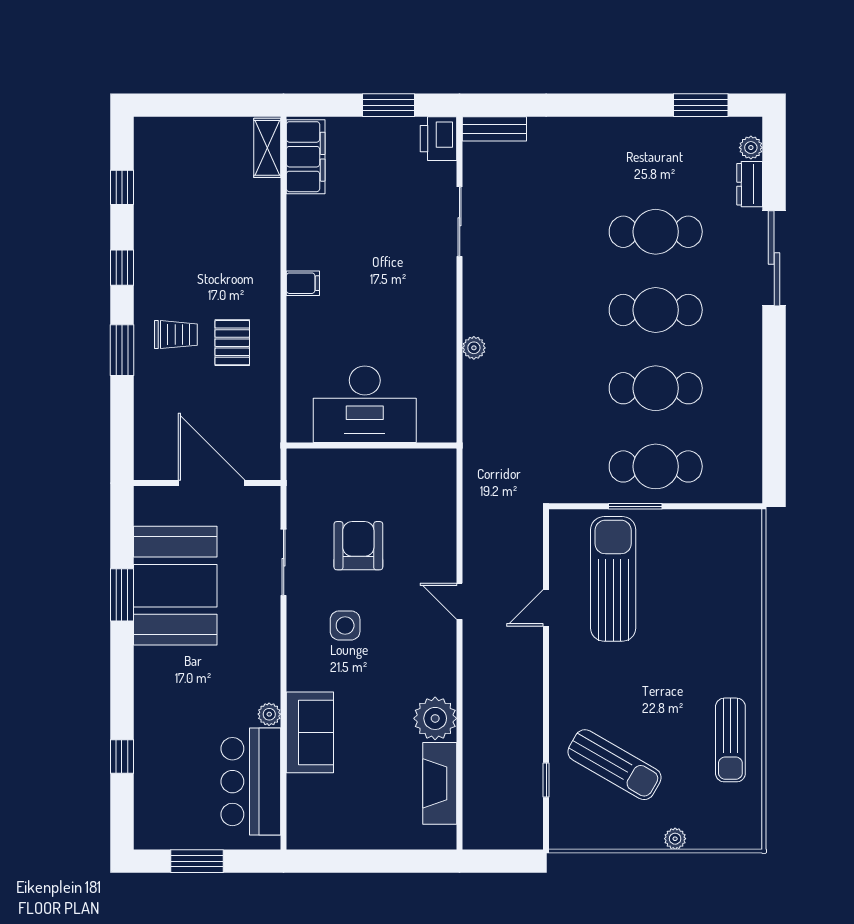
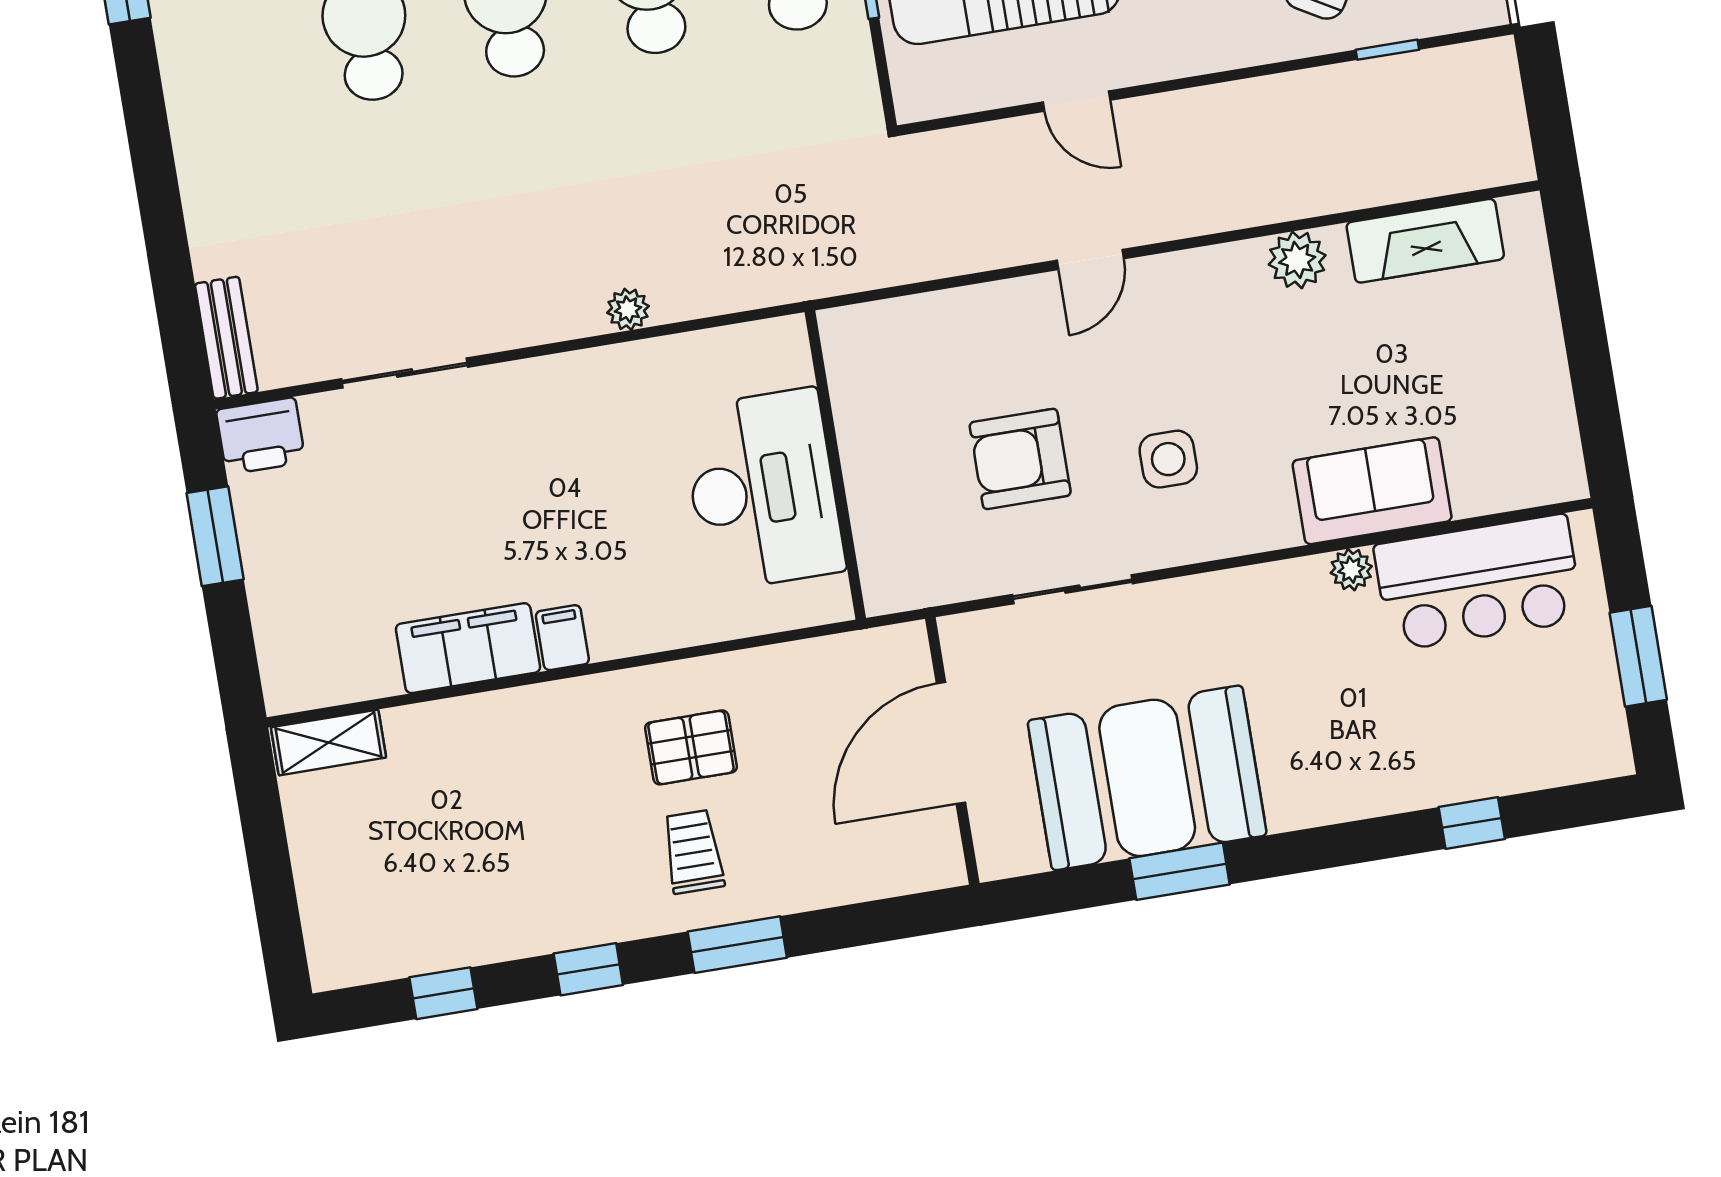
filing cabinet: (306, 157) -> (468, 648), moved
plant: (435, 718) -> (1297, 260), width x0.73, depth x0.73

